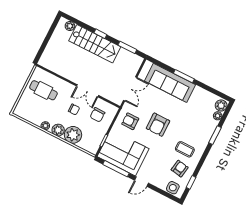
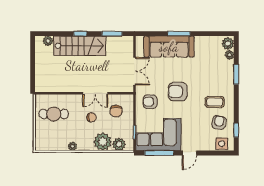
armchair: (158, 125) -> (178, 92), turned 90
plant: (58, 130) -> (119, 144), moved

